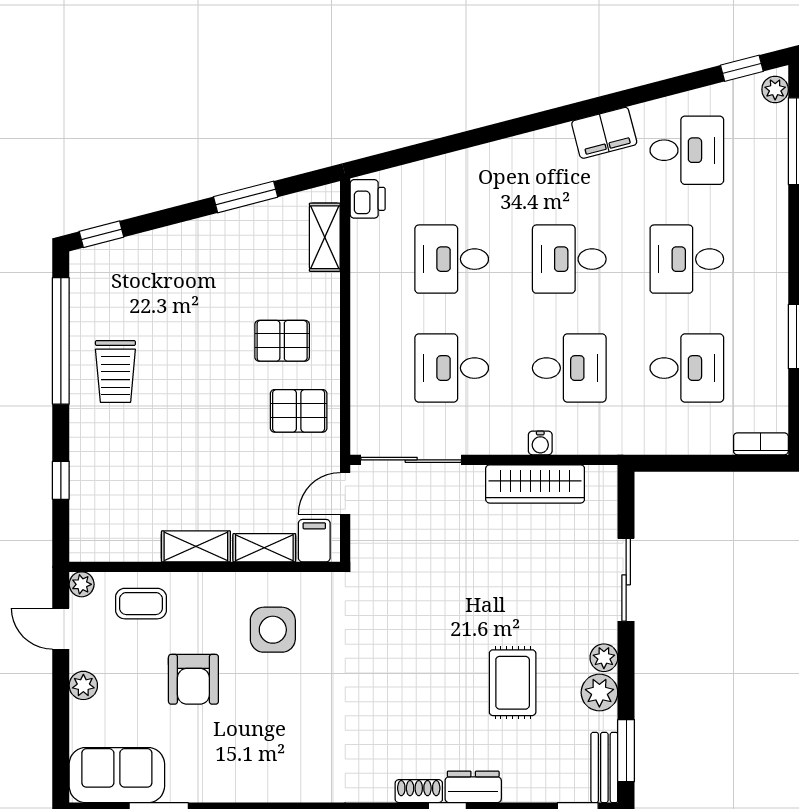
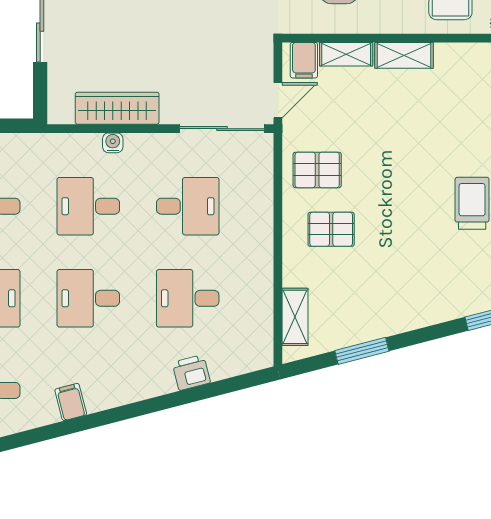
filing cabinet: (604, 133) -> (71, 402), width x0.50
printer: (368, 199) -> (191, 373), moved, turned 75
desk: (452, 259) -> (188, 298), turned 180
desk: (569, 259) -> (88, 298), turned 180

